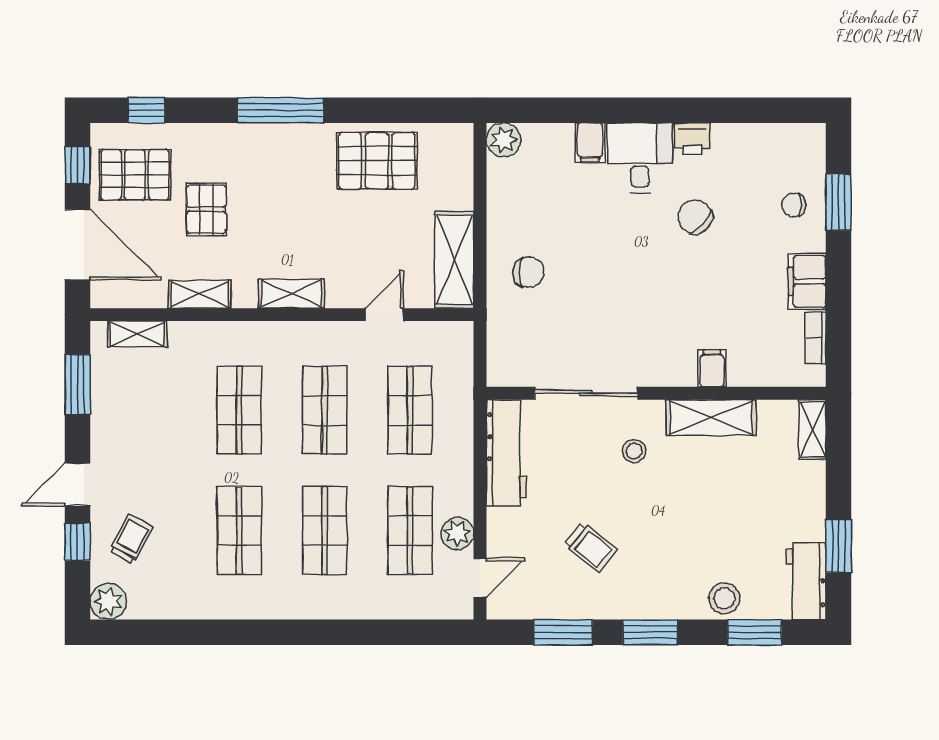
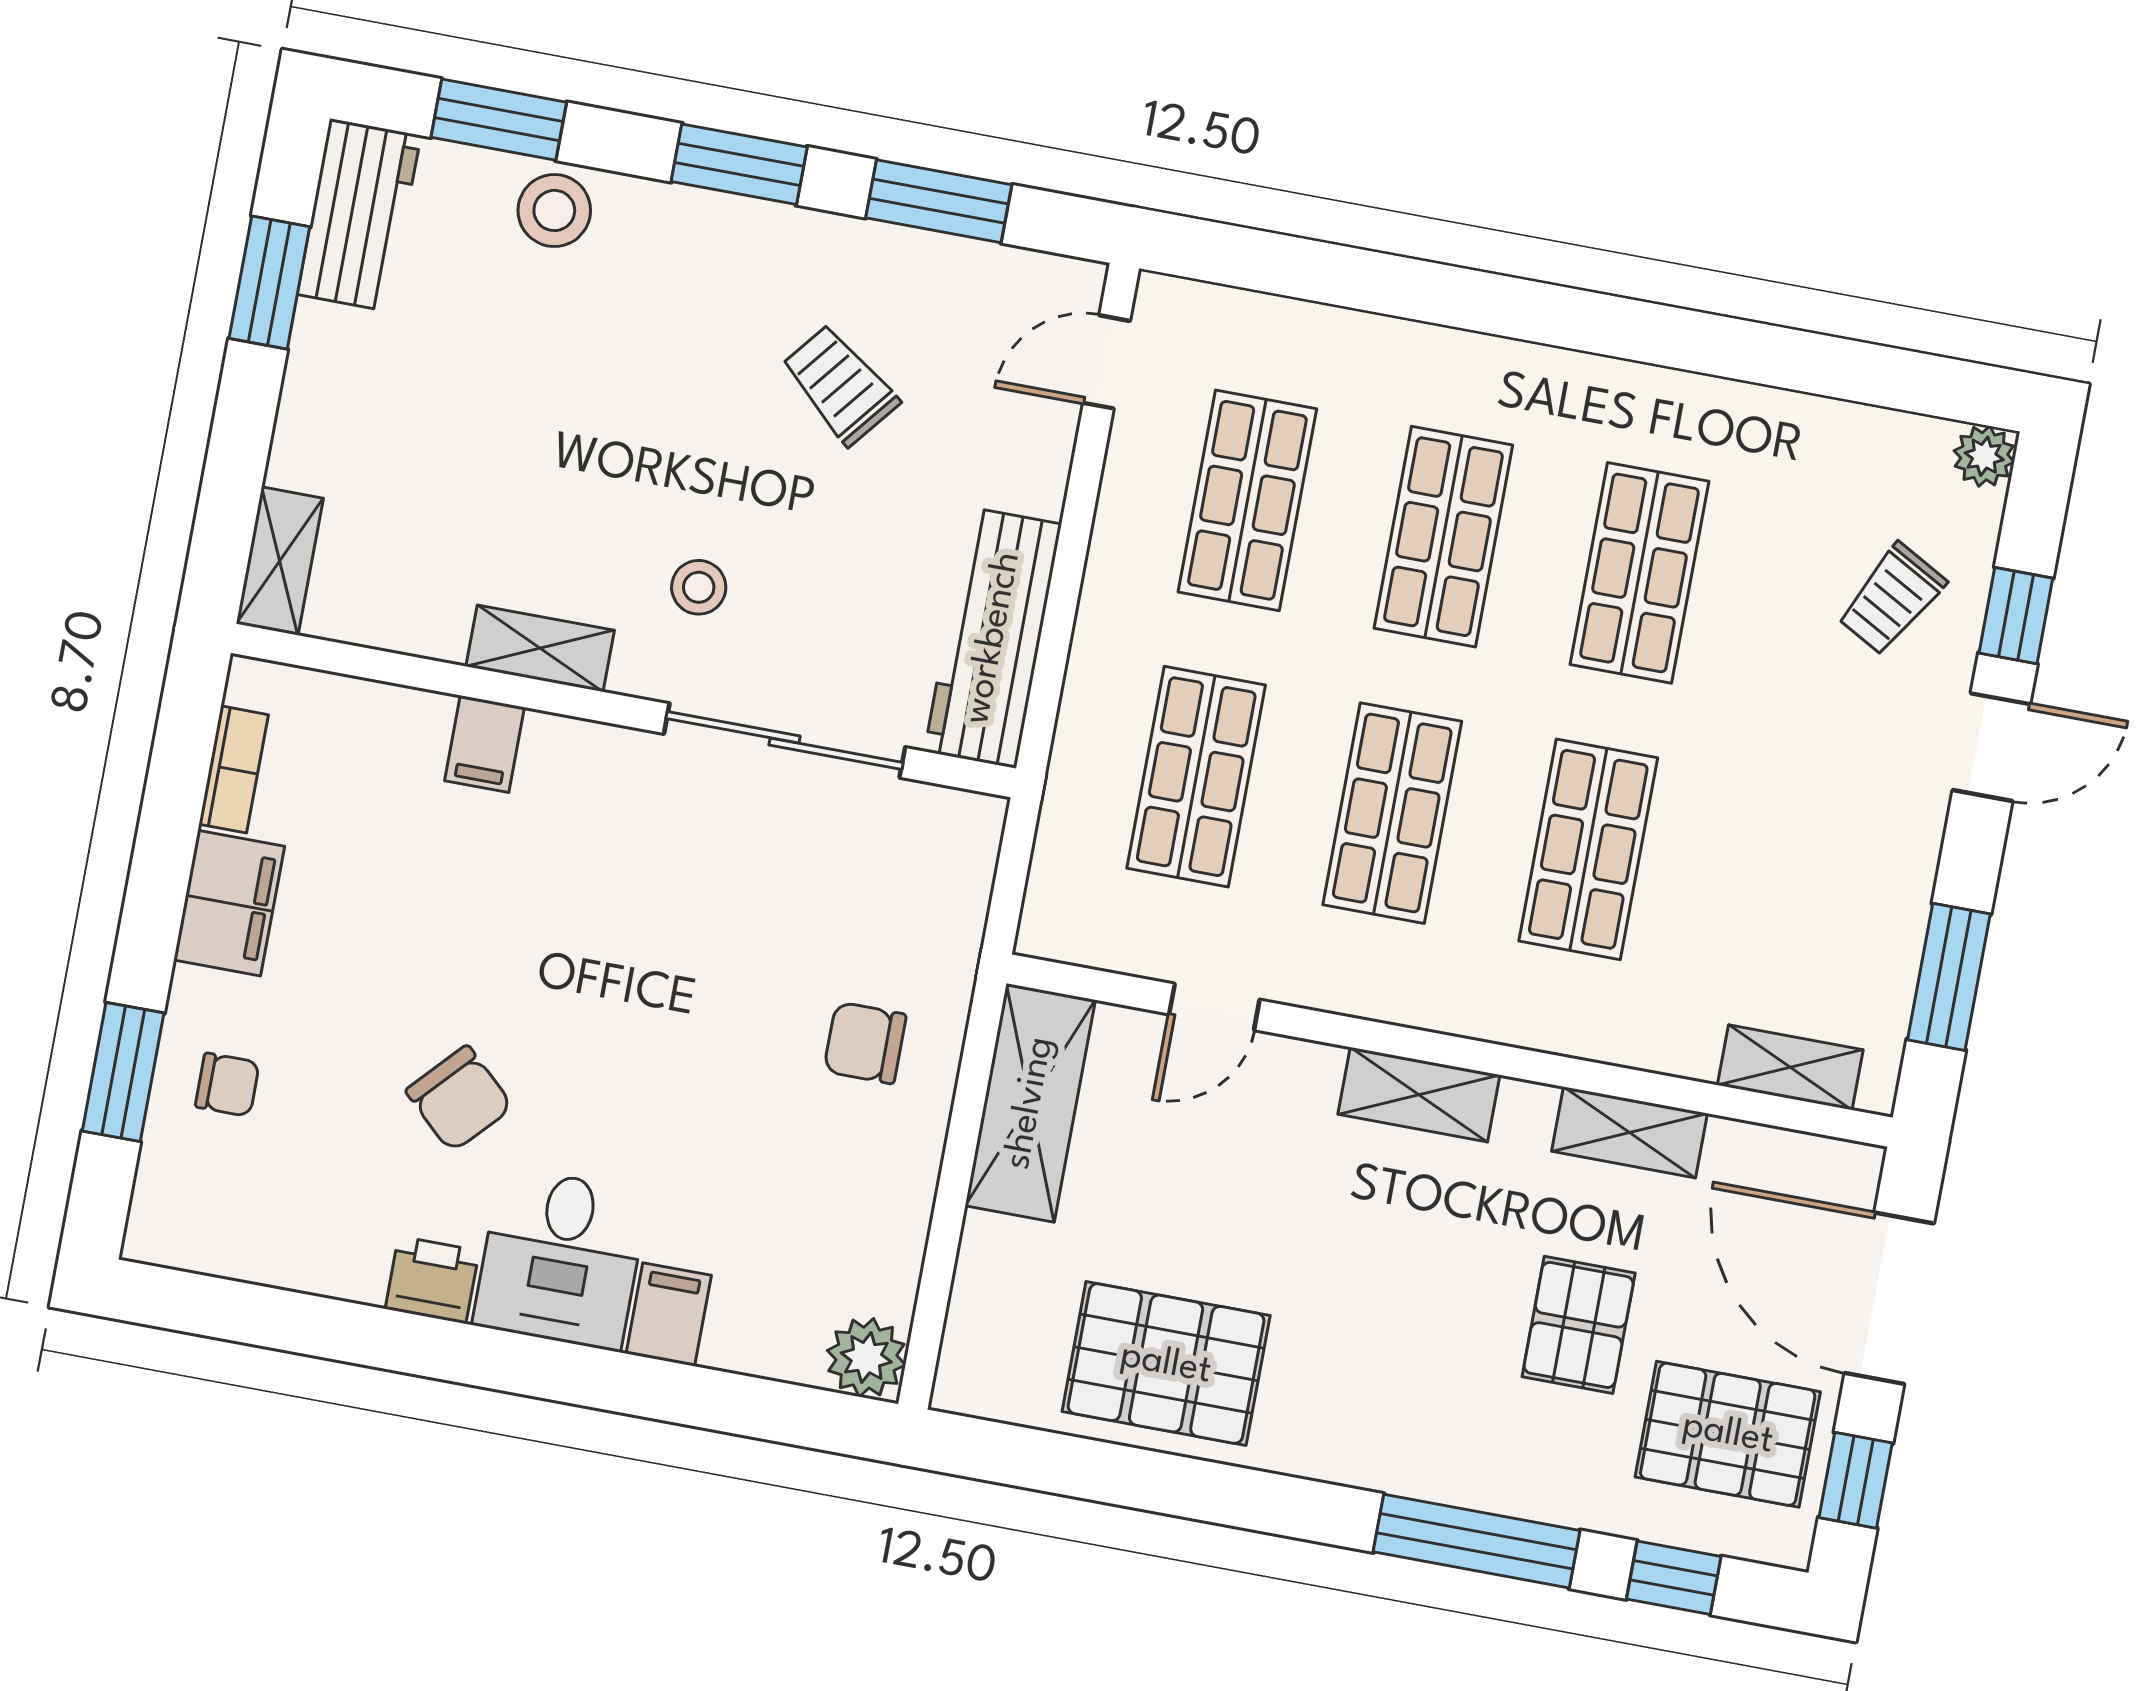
window: (281, 110) -> (1477, 1541), moved
shelving: (711, 417) -> (540, 648), width x0.67, depth x0.75
plant: (457, 533) -> (1140, 473), removed
plant: (108, 602) -> (1984, 456), width x0.73, depth x0.73

